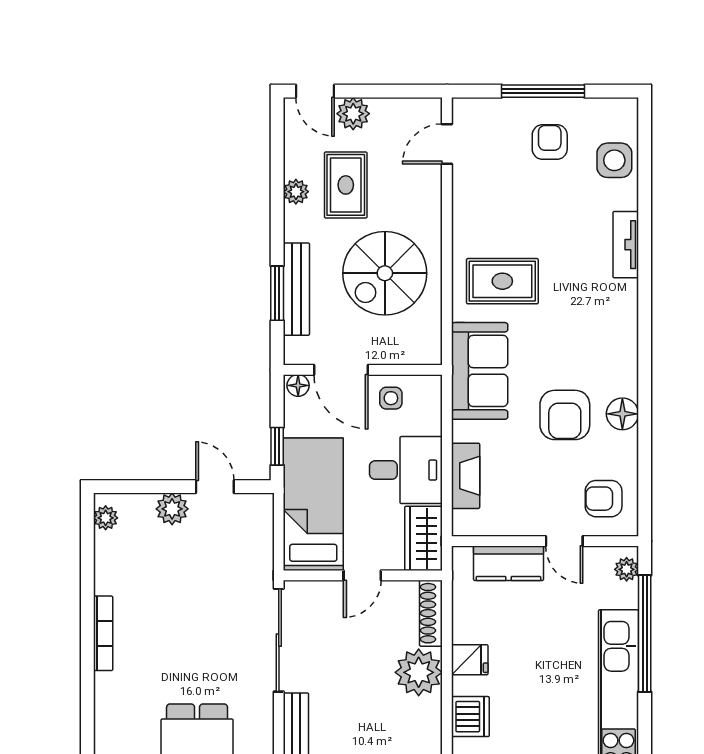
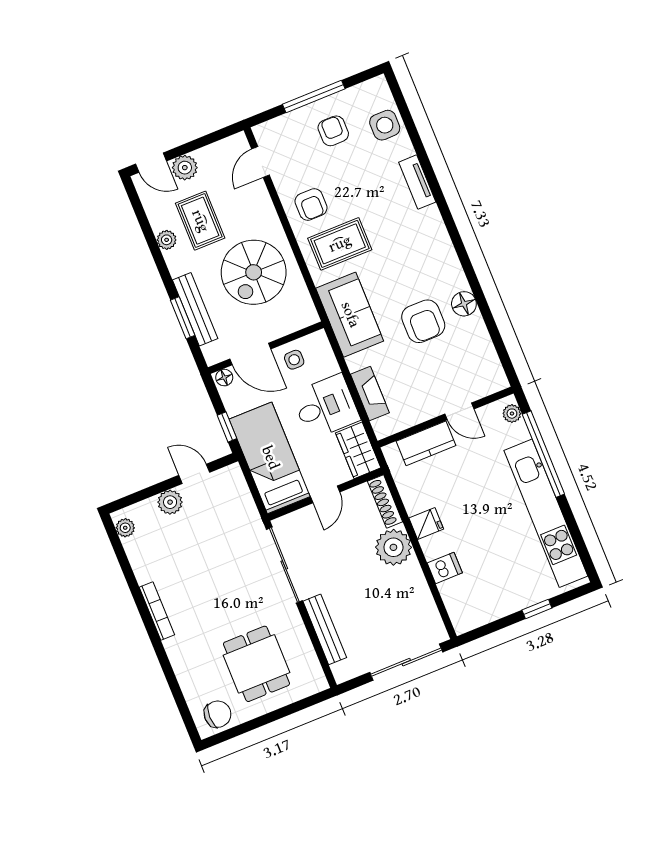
armchair: (604, 499) -> (311, 204), moved, turned -90
dishwasher: (470, 717) -> (445, 568), width x0.73

